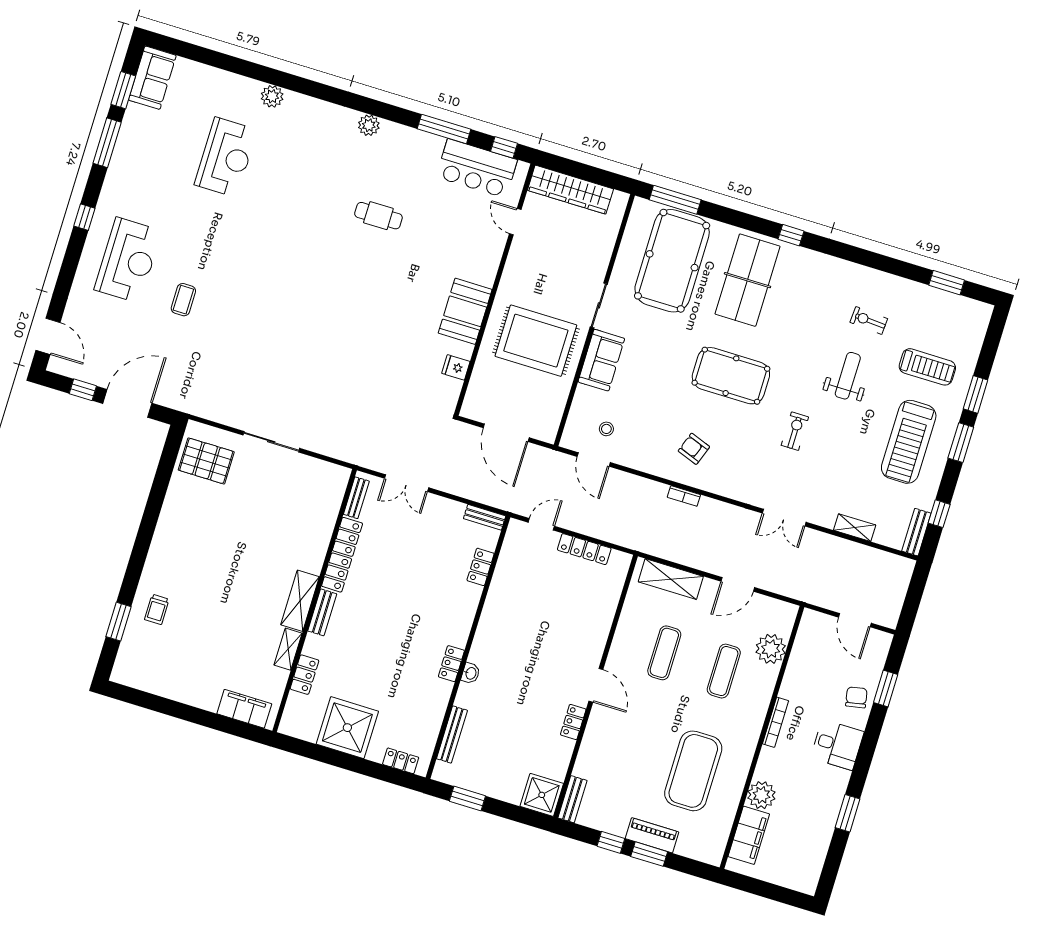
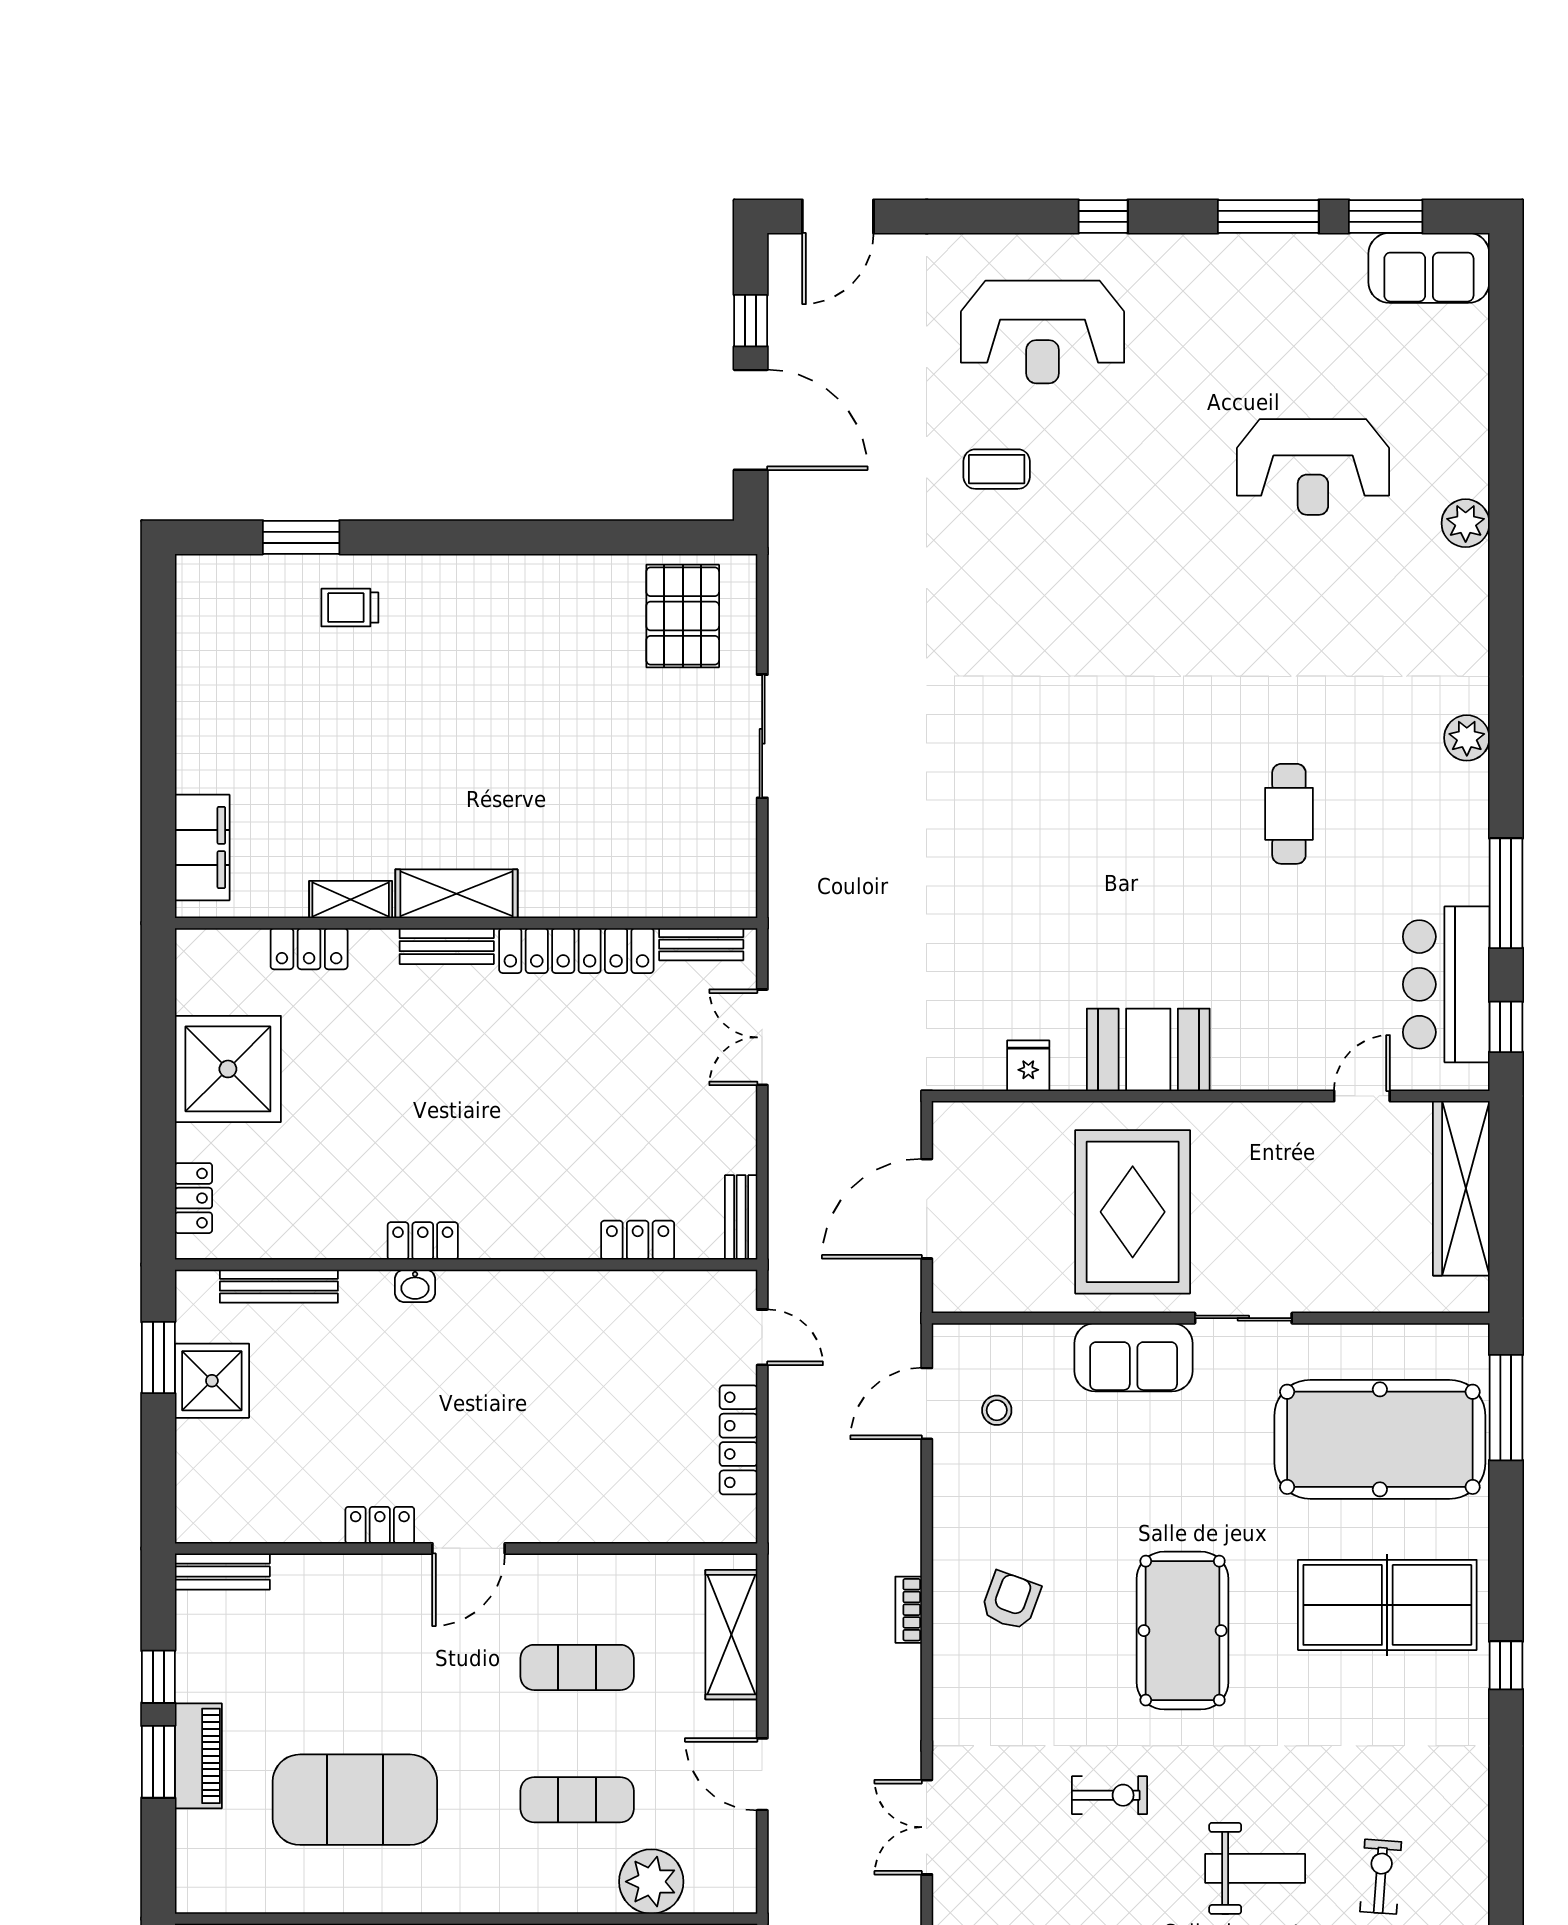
shower: (542, 795) -> (212, 1381), moved

